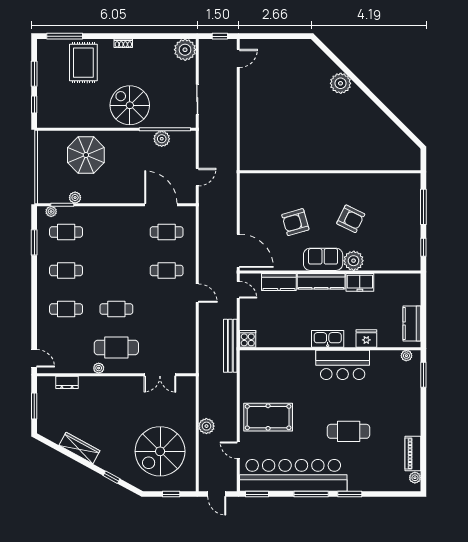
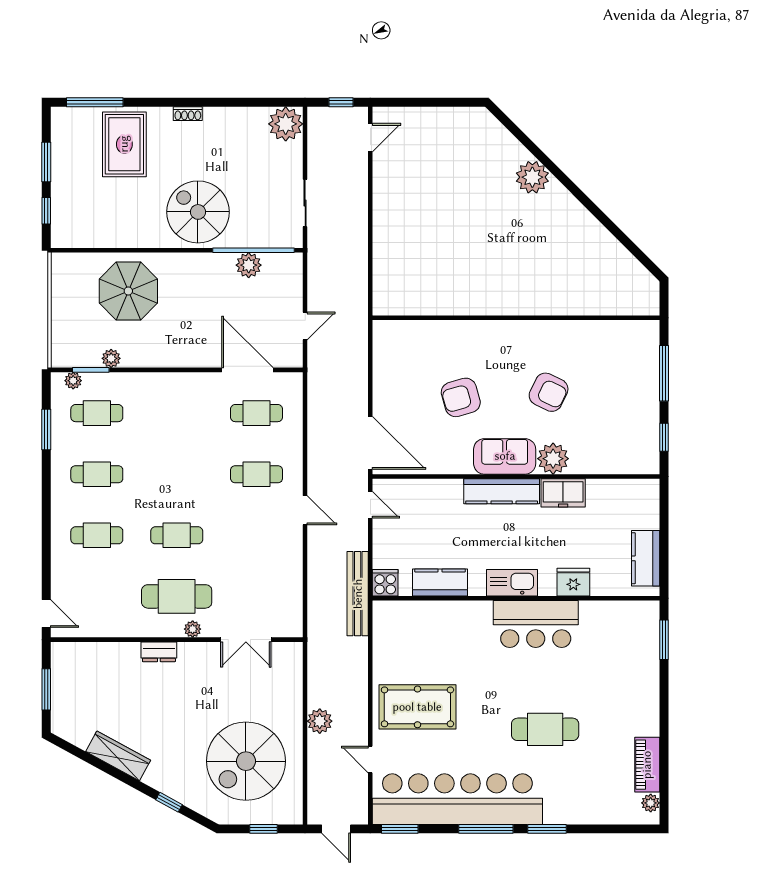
kitchen counter: (279, 282) -> (440, 582), moved, turned 180
plant: (406, 356) -> (637, 609), removed
plant: (99, 368) -> (193, 629), moved
dresser: (67, 382) -> (159, 652), moved

